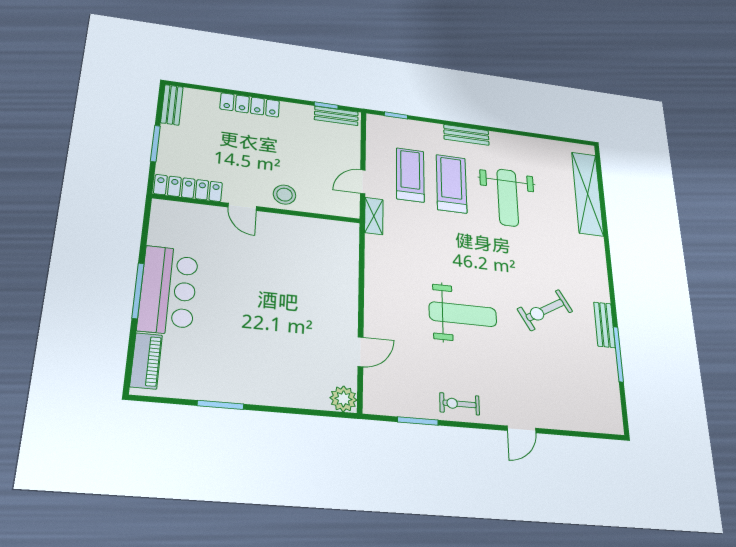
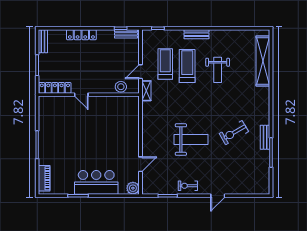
stool: (285, 195) -> (121, 87), moved
weight bench: (508, 197) -> (218, 70), width x0.73, depth x0.75
bar counter: (168, 290) -> (96, 182), moved, turned -90

